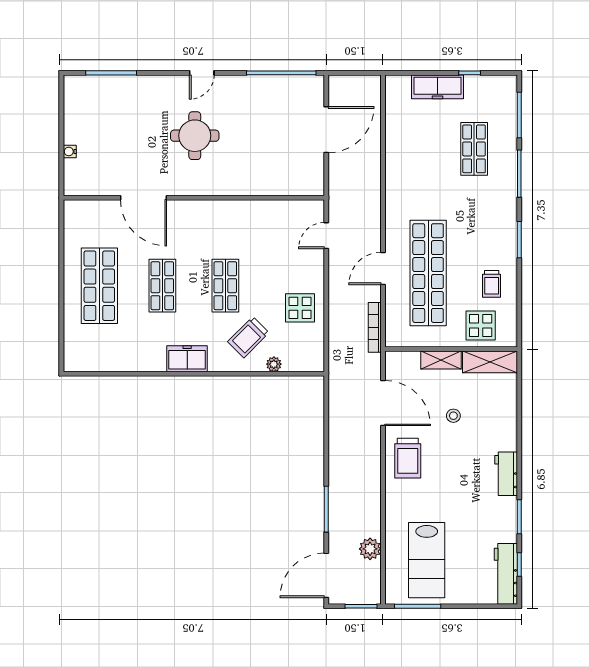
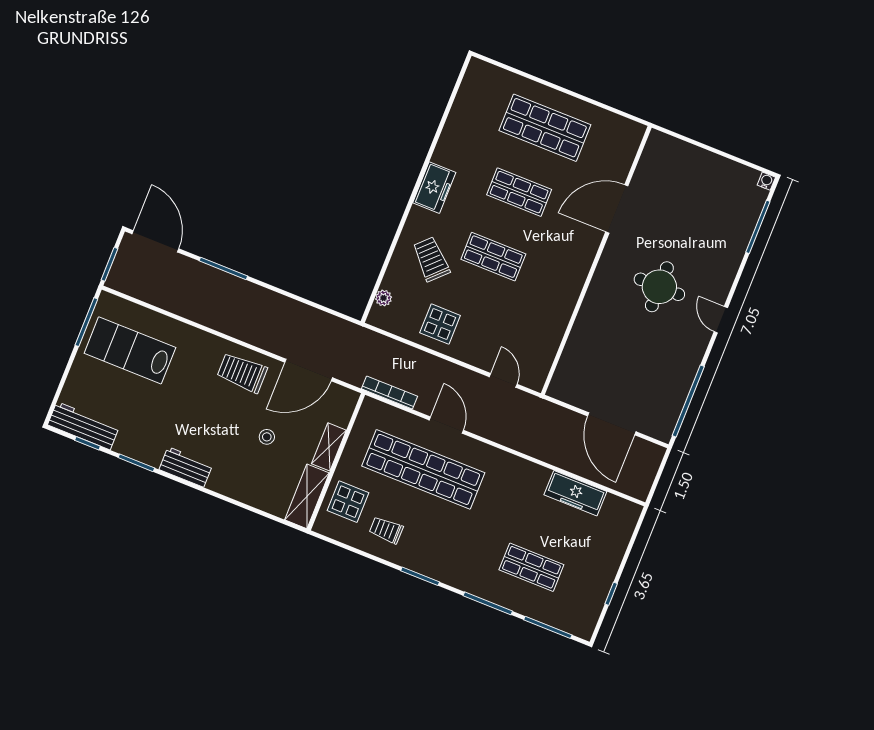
freezer: (438, 87) -> (575, 493), moved, turned -90
water cooler: (70, 152) -> (766, 181), moved
plant: (274, 364) -> (383, 298), moved
plant: (370, 549) -> (165, 297), removed

